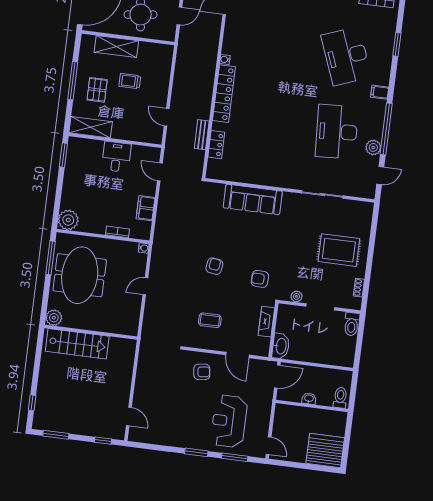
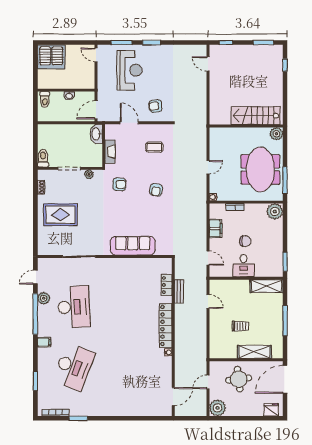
desk: (346, 56) -> (74, 367), turned 42
pallet: (97, 90) -> (265, 316), removed
chair: (110, 187) -> (245, 241), added

